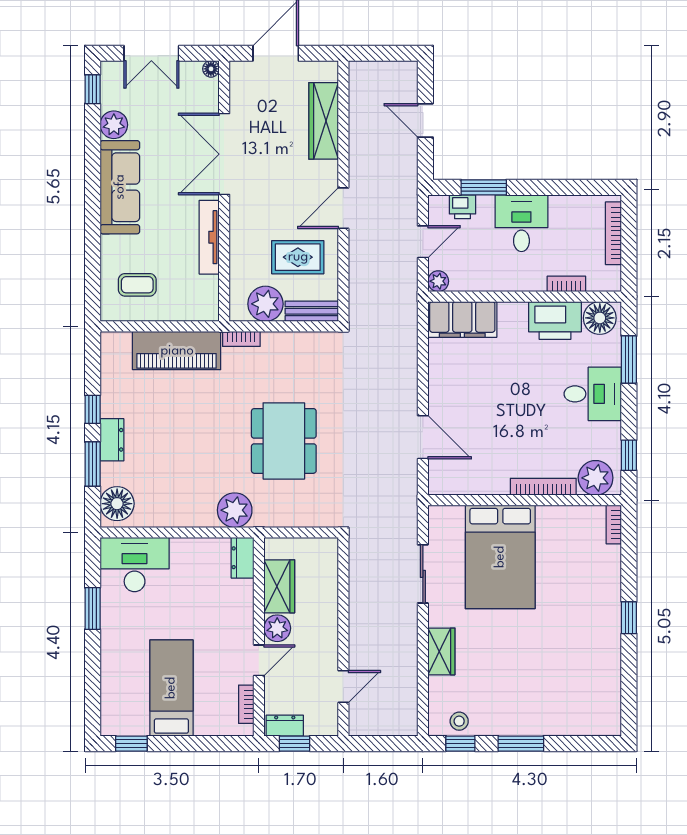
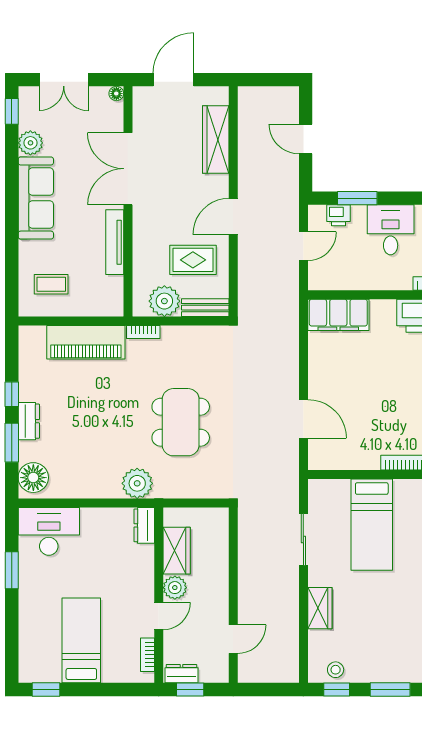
plant: (438, 281) -> (317, 281), removed
bed: (500, 557) -> (372, 525), width x0.67

